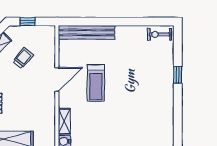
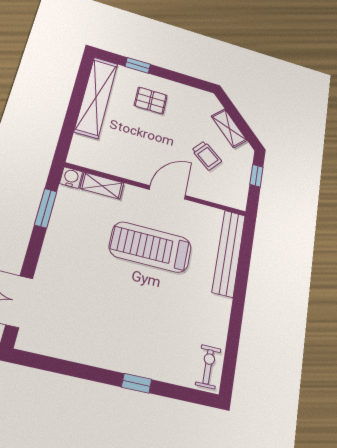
door: (57, 79) -> (167, 192), swing flipped
treadmill: (96, 83) -> (151, 247), width x1.37, depth x1.38

